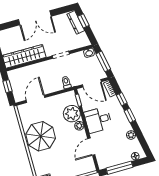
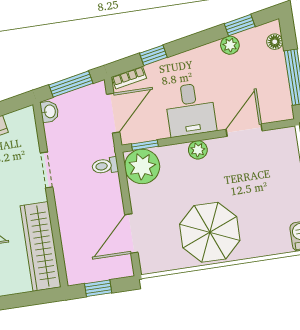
door: (36, 99) -> (131, 233), hinge flipped
plant: (72, 114) -> (142, 166), moved
window: (130, 115) -> (240, 25), moved
door: (91, 147) -> (244, 130), swing flipped

